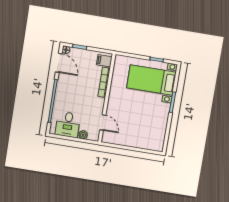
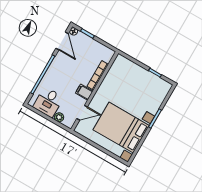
filing cabinet: (104, 61) -> (84, 92), moved
bed with nightstands: (151, 80) -> (121, 128), moved, width x1.36
door: (103, 123) -> (82, 113), hinge flipped

